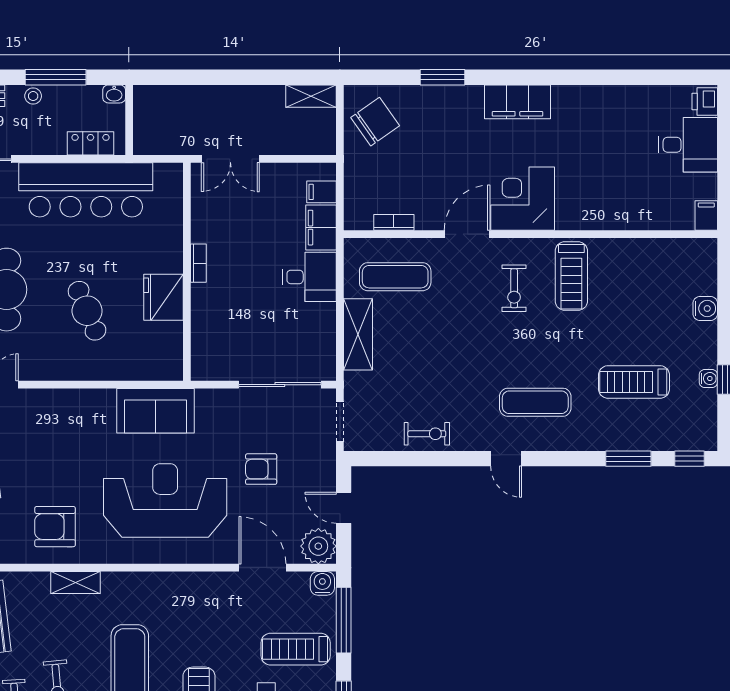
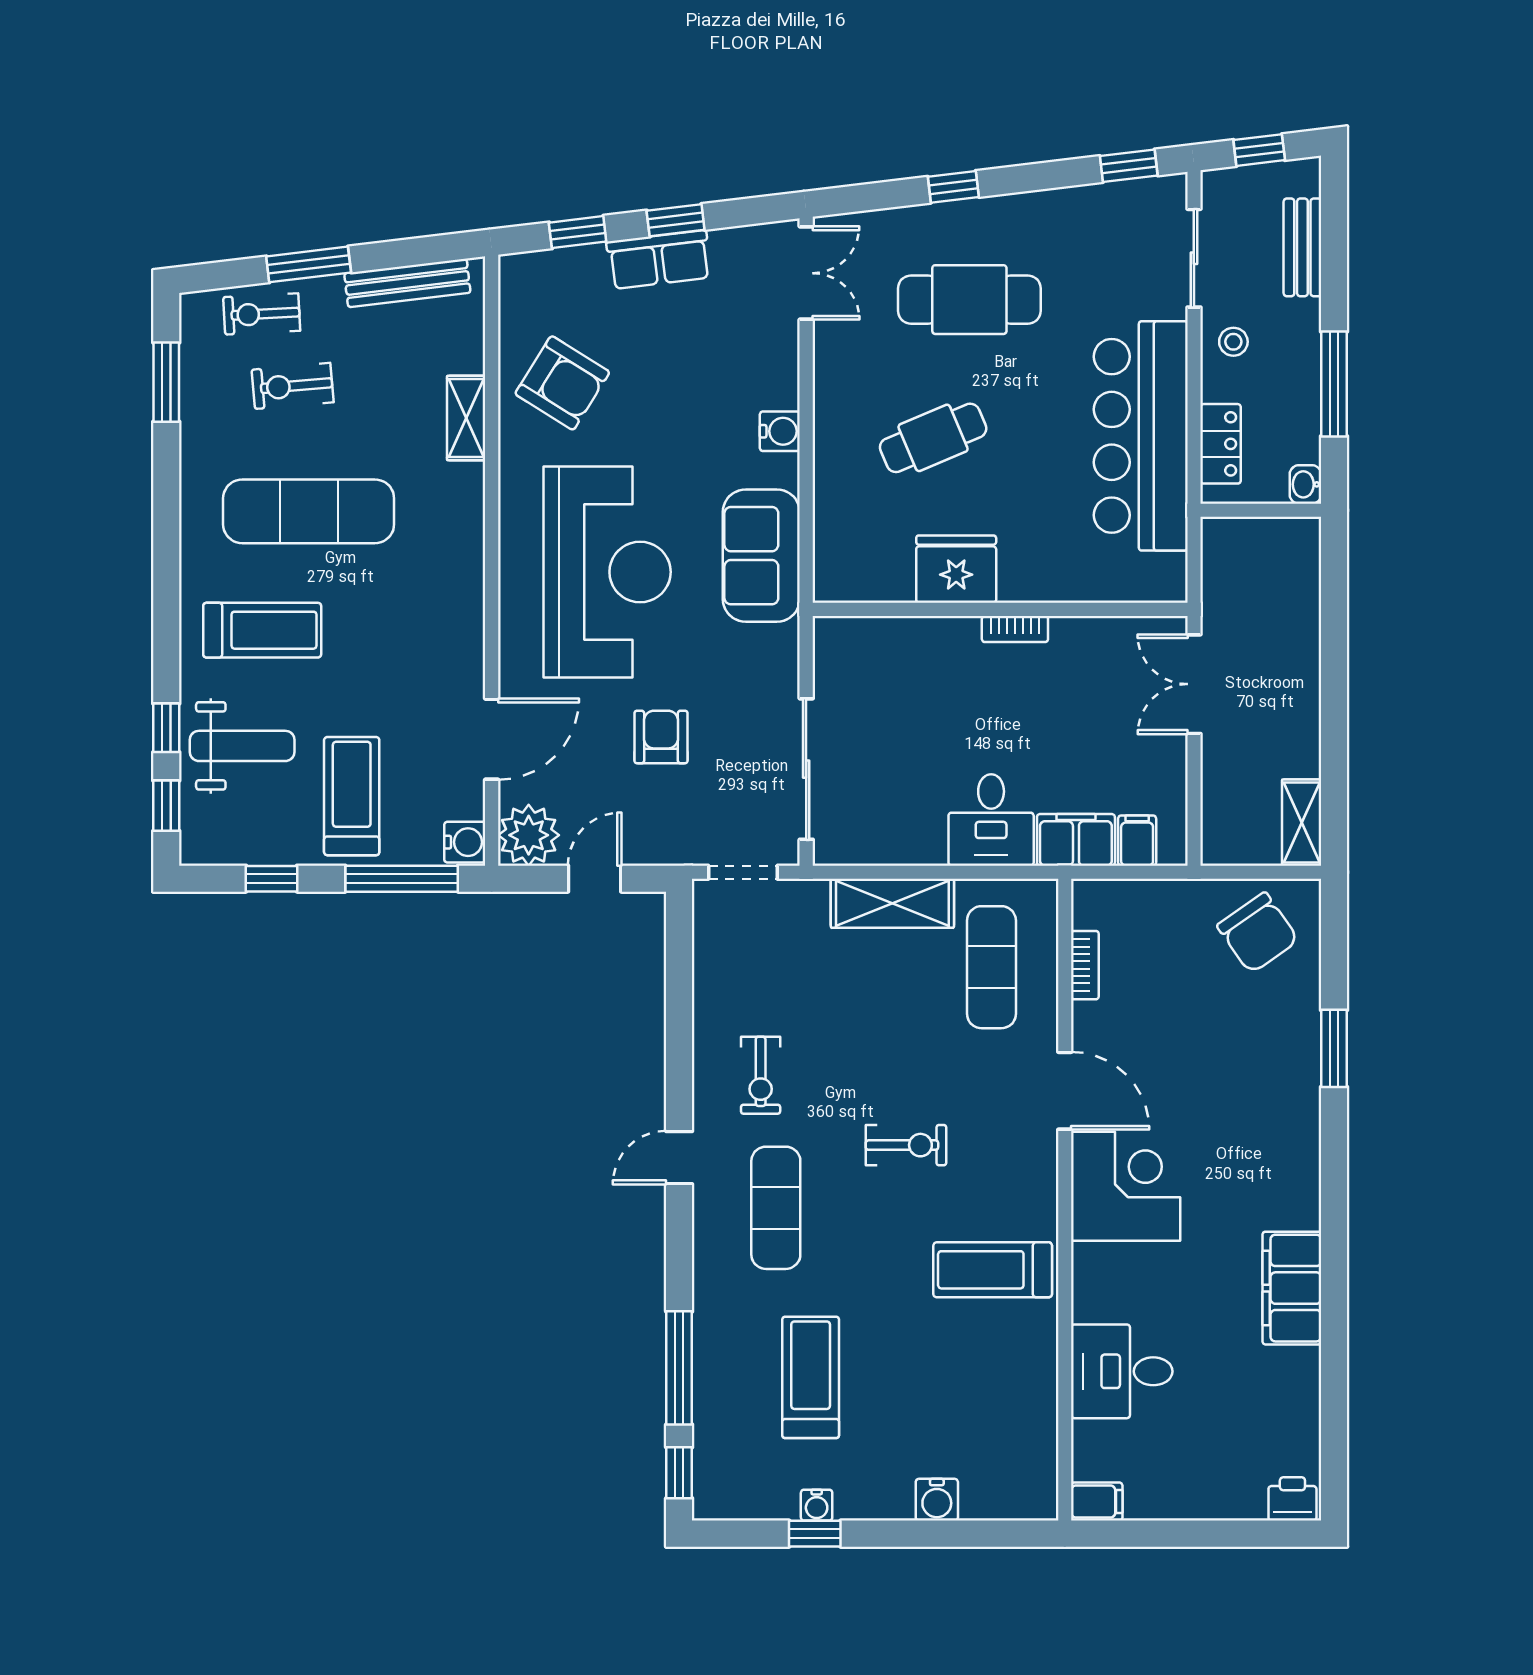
stool: (33, 96) -> (1233, 342), moved
filing cabinet: (517, 102) -> (1292, 1288), moved
desk: (688, 145) -> (1122, 1371), moved, turned 90
exercise bike: (514, 288) -> (906, 1145), moved, turned 180
water cooler: (83, 400) -> (780, 431), added
exercise bike: (427, 434) -> (761, 1075), moved
window: (628, 459) -> (679, 1368), width x1.44
armchair: (55, 527) -> (562, 383), turned 122

